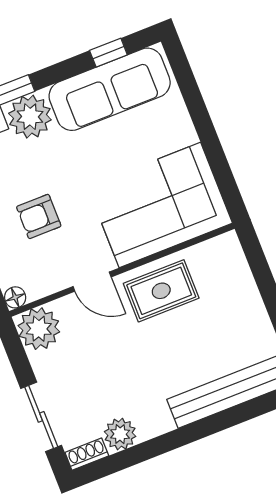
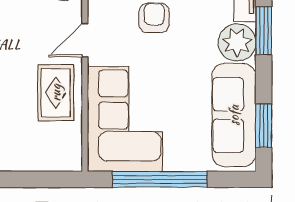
window: (108, 53) -> (264, 126), width x1.50
window: (210, 142) -> (160, 179), added

